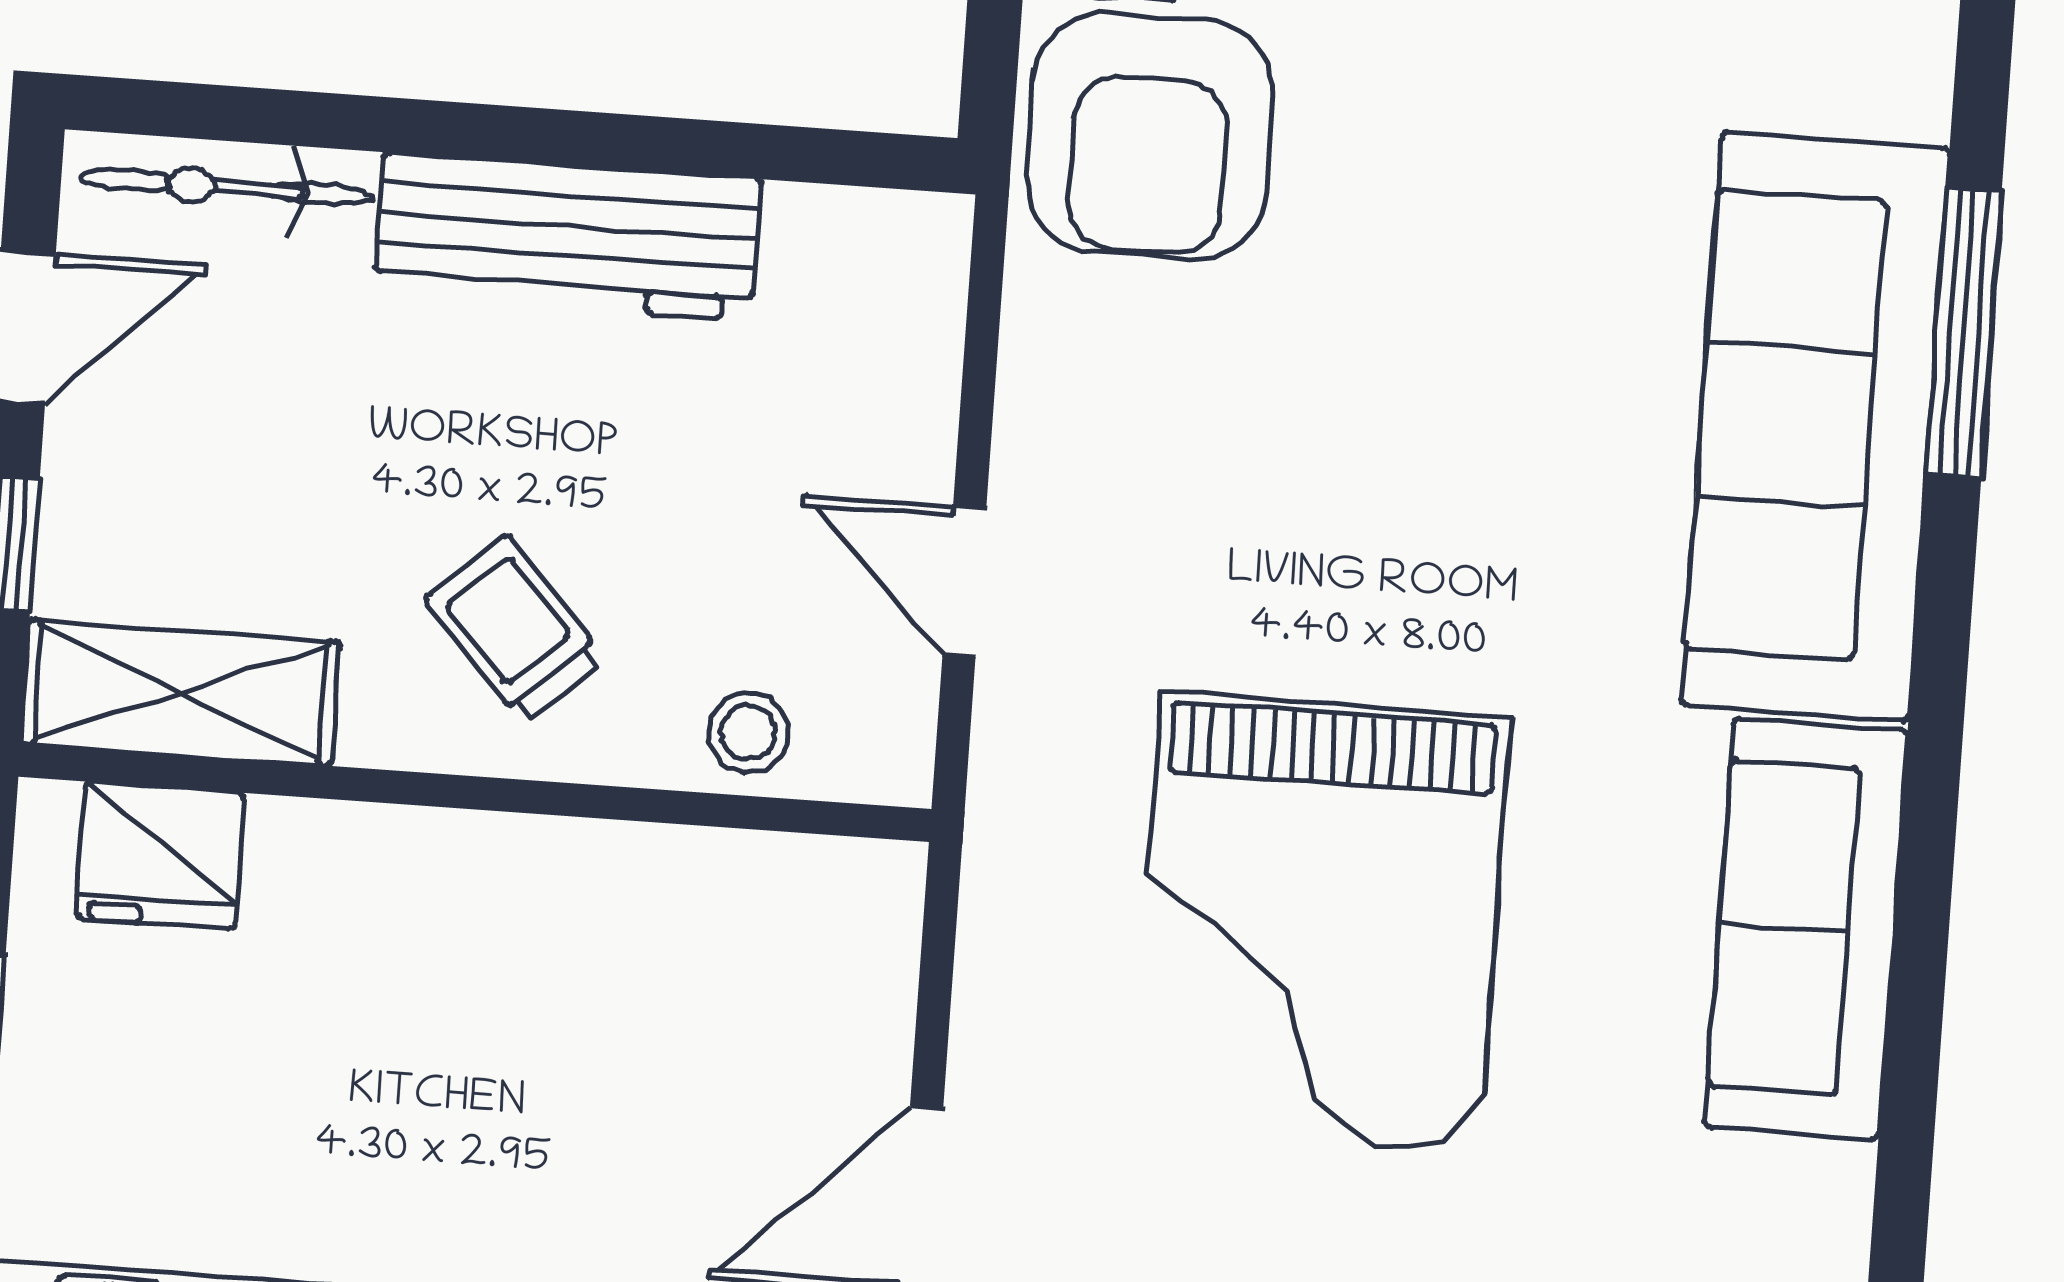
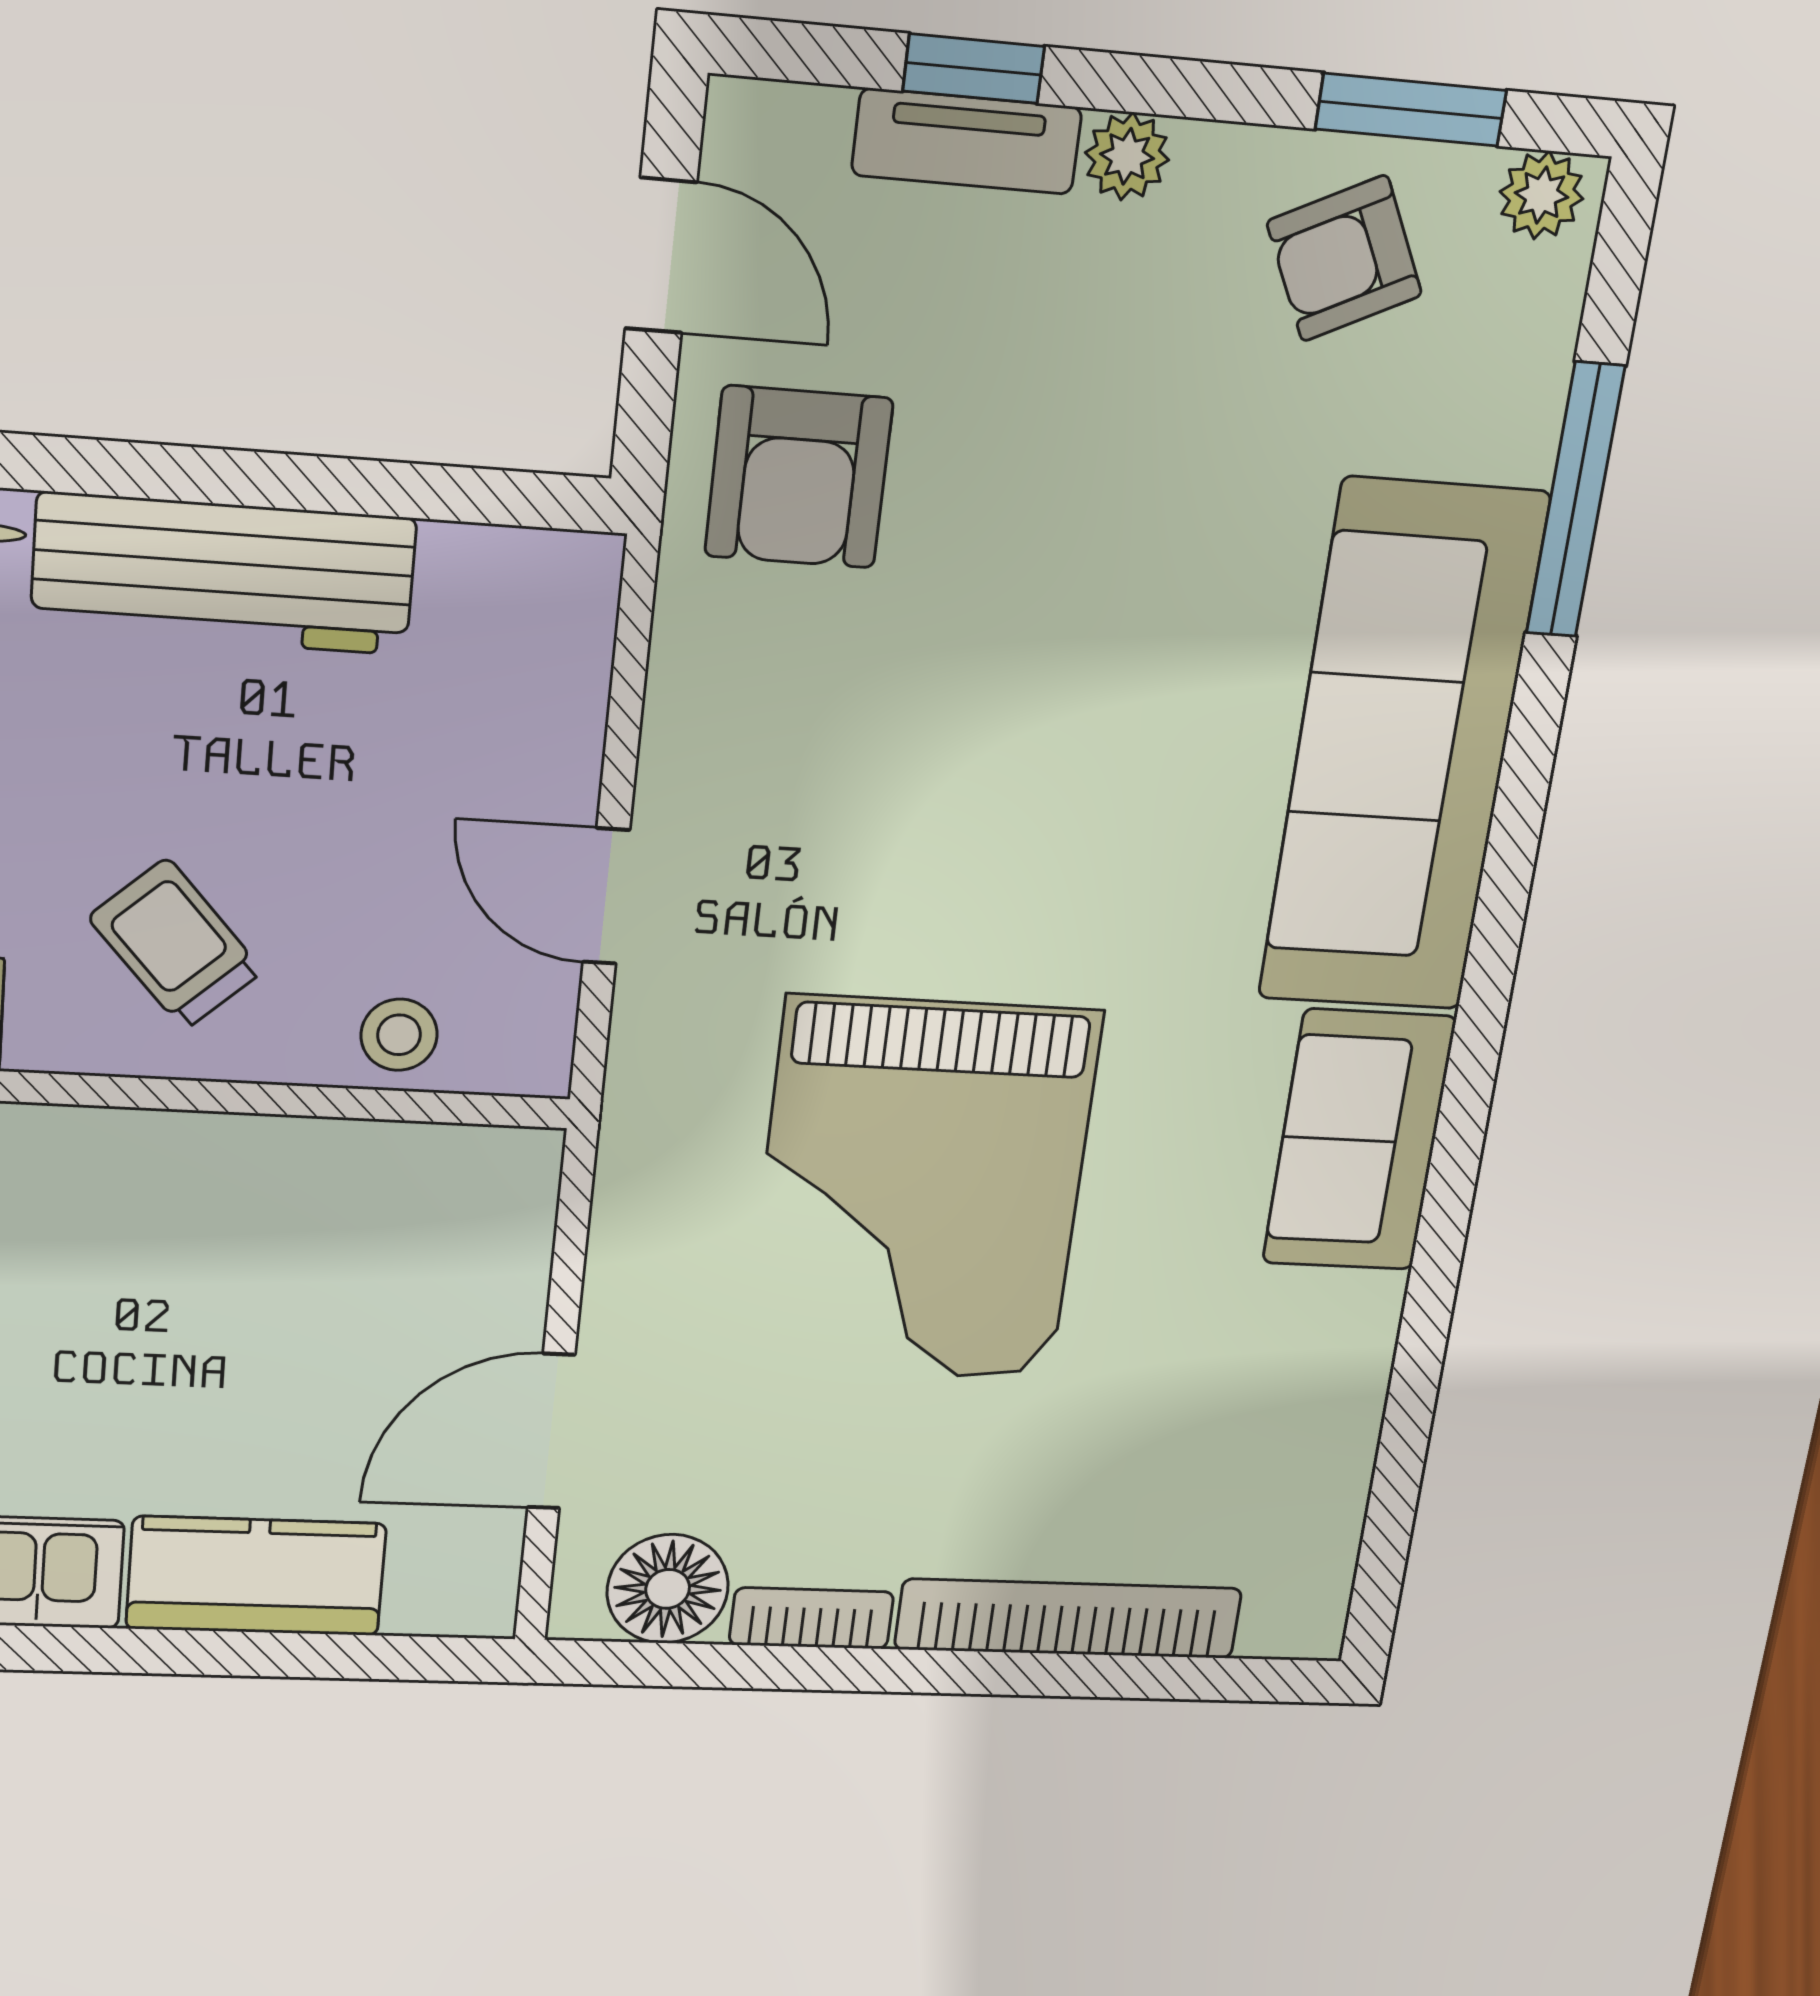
armchair: (1150, 136) -> (799, 477), width x0.73, depth x0.73
window: (1964, 332) -> (1575, 500), moved
sofa: (1806, 929) -> (1359, 1140), width x0.73

